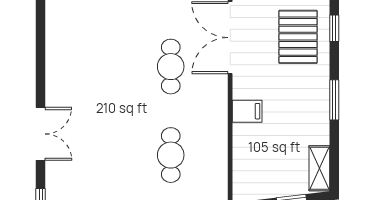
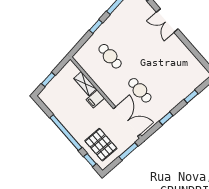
window: (334, 100) -> (66, 133), width x2.11
shelving: (319, 168) -> (85, 84), moved

